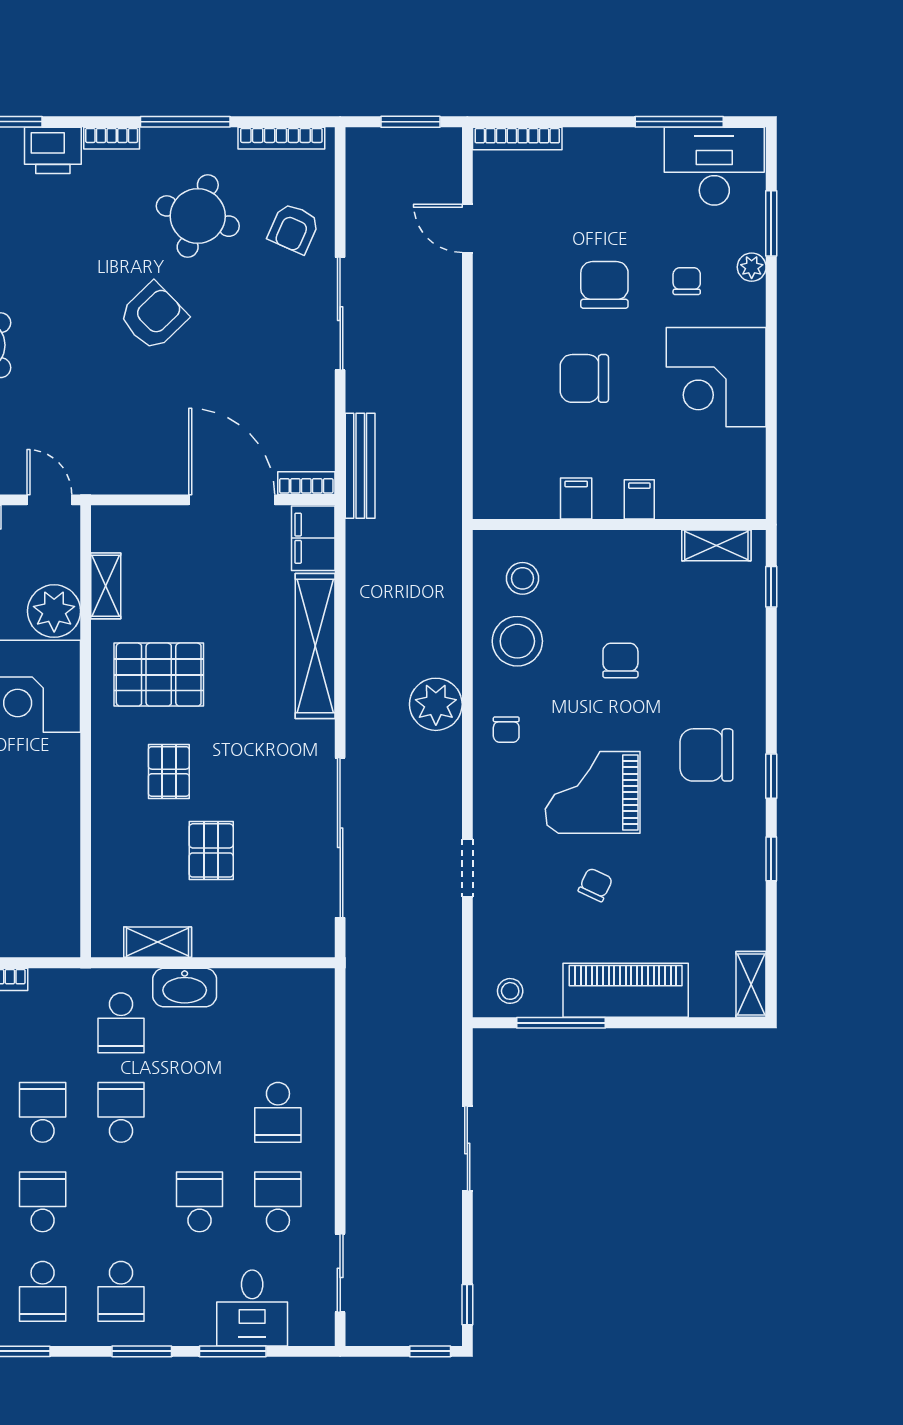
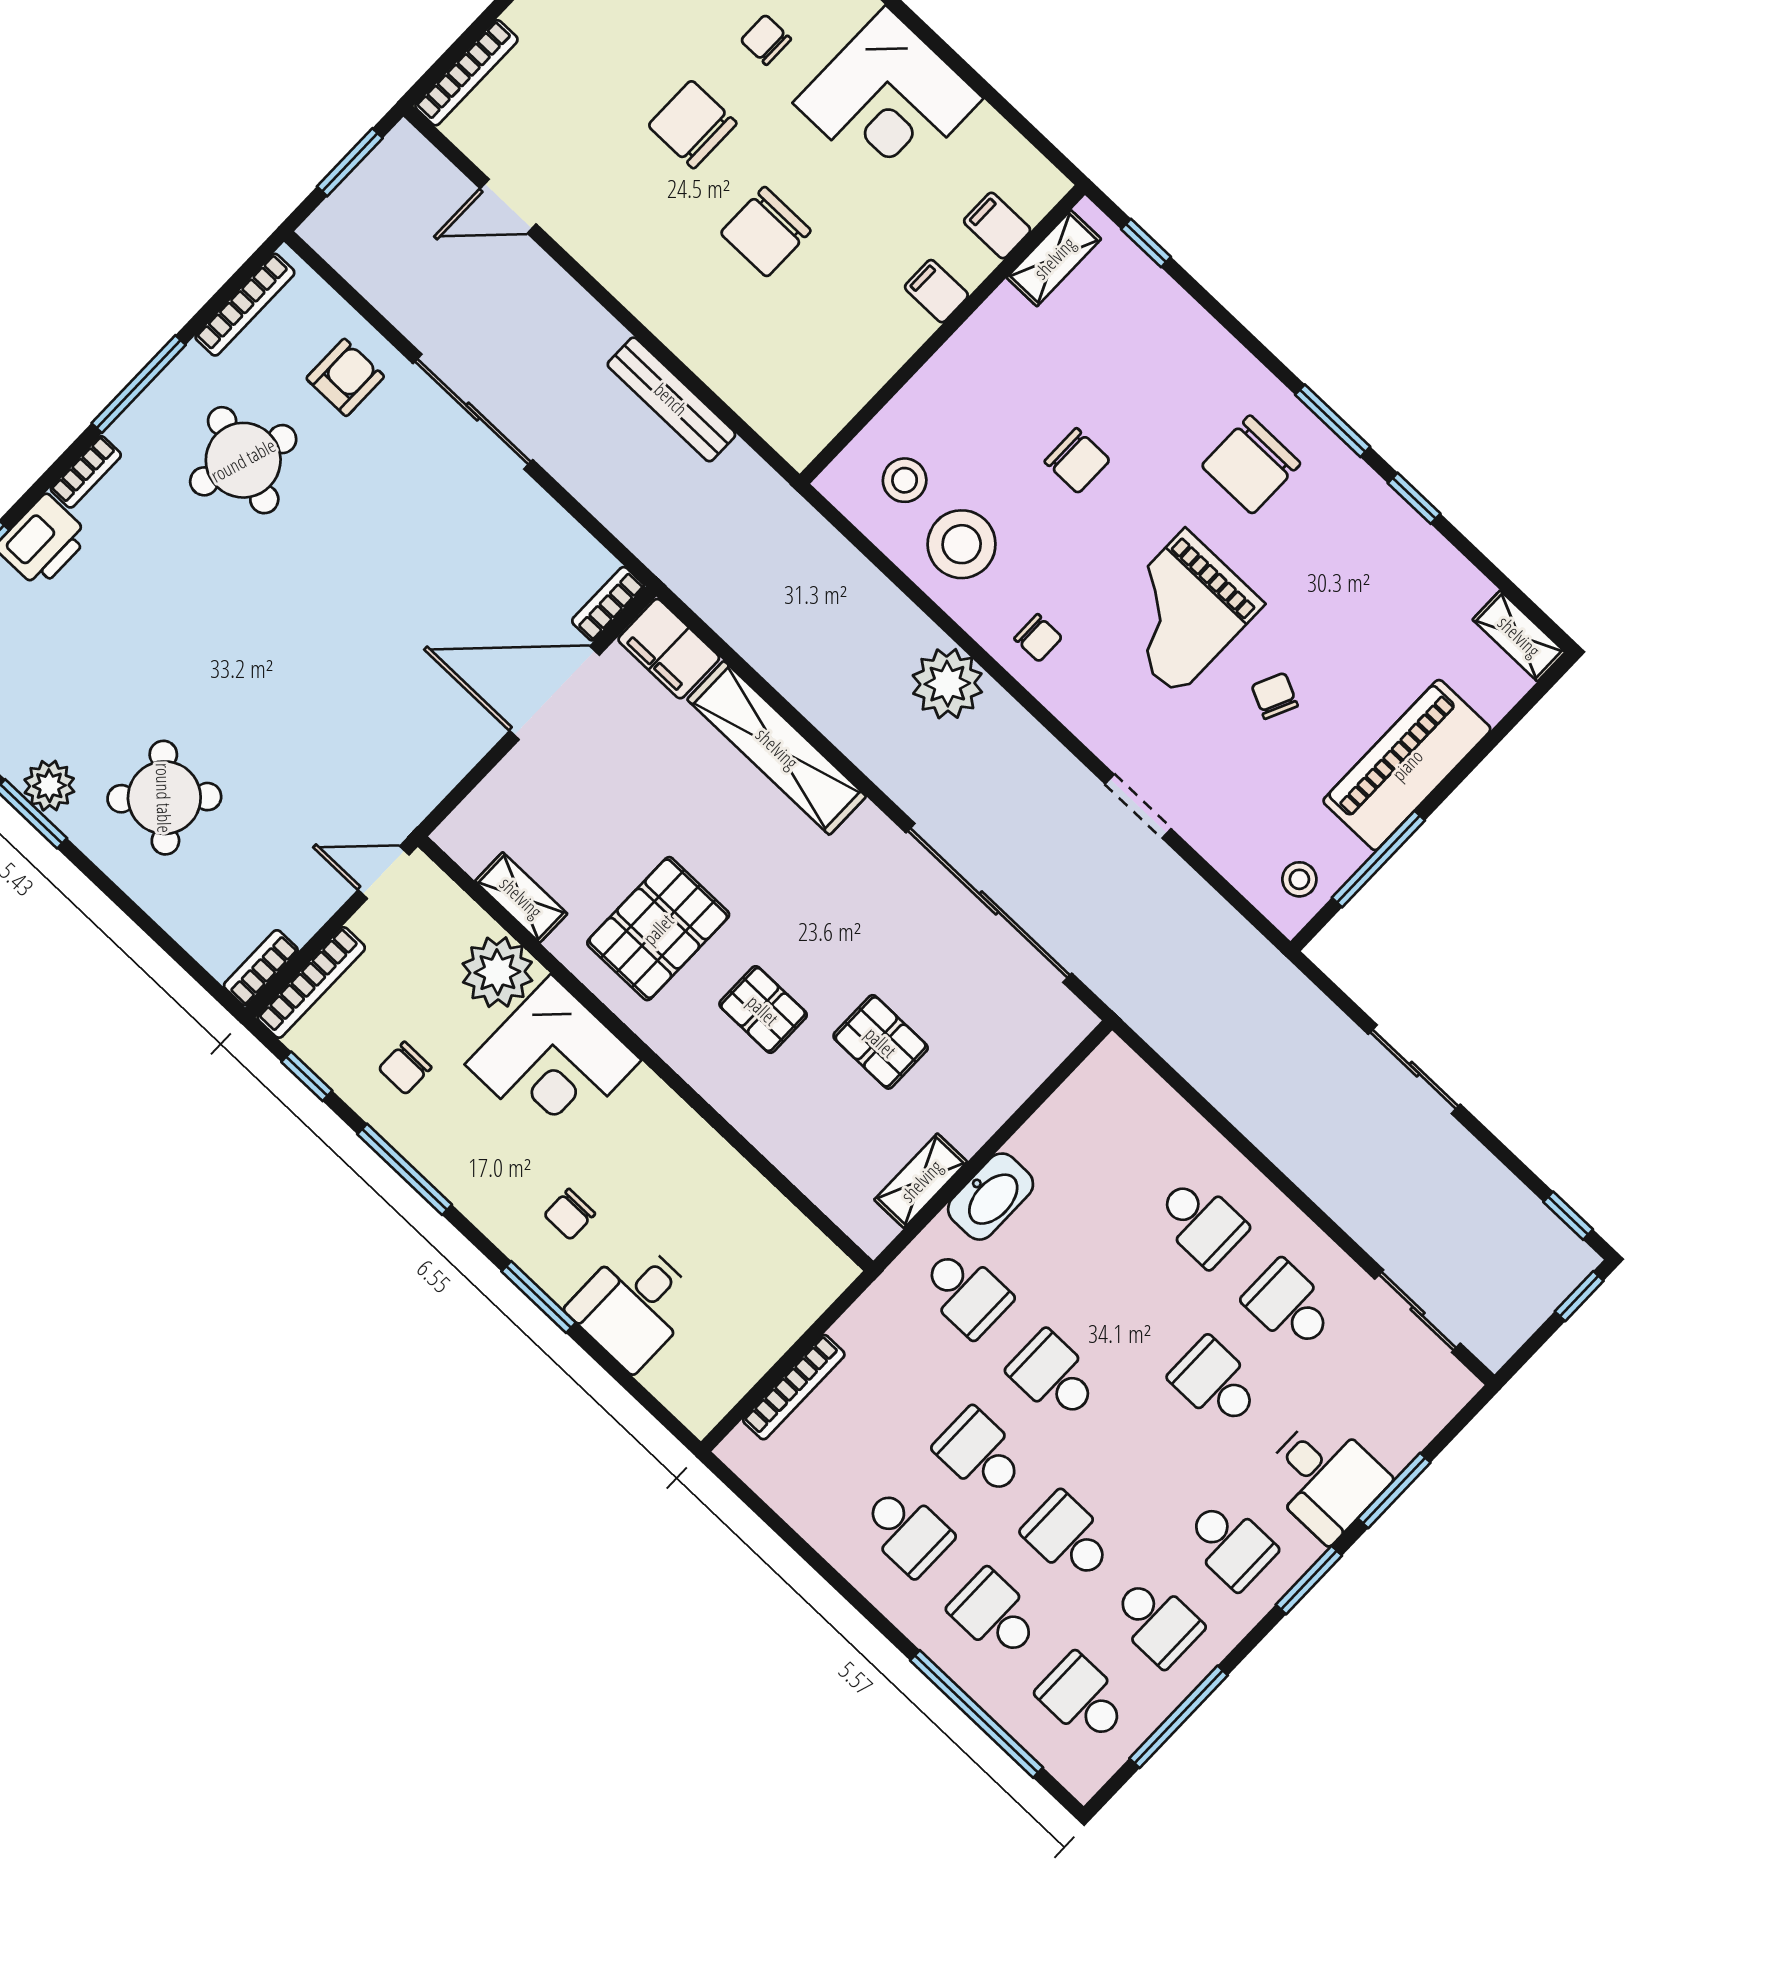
armchair: (294, 228) -> (345, 377), turned -114
armchair: (153, 316) -> (300, 598), removed
bench: (360, 466) -> (671, 399), moved
filing cabinet: (576, 498) -> (997, 226), moved
chair: (620, 660) -> (1077, 461), turned 180
window: (771, 776) -> (1333, 421), width x1.50
desk: (252, 1308) -> (1325, 1478), moved

